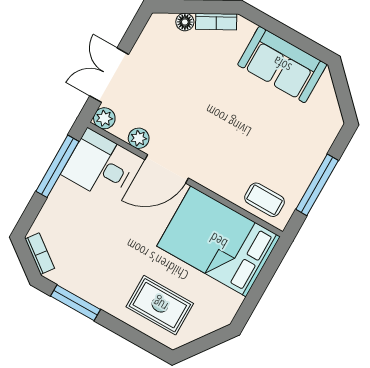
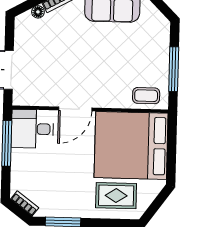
plant: (104, 118) -> (20, 98), removed
plant: (139, 138) -> (48, 99), removed
bed: (218, 241) -> (131, 145), width x1.36

